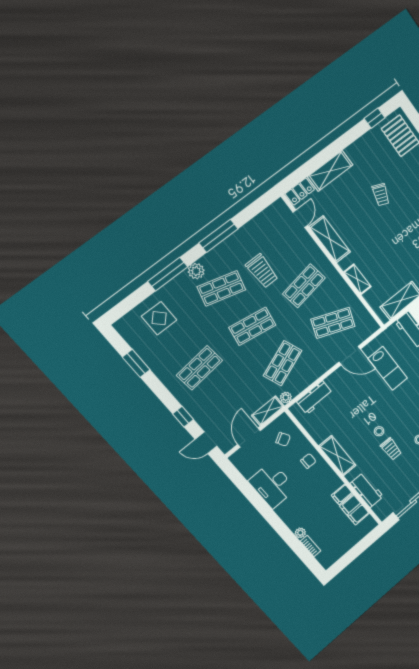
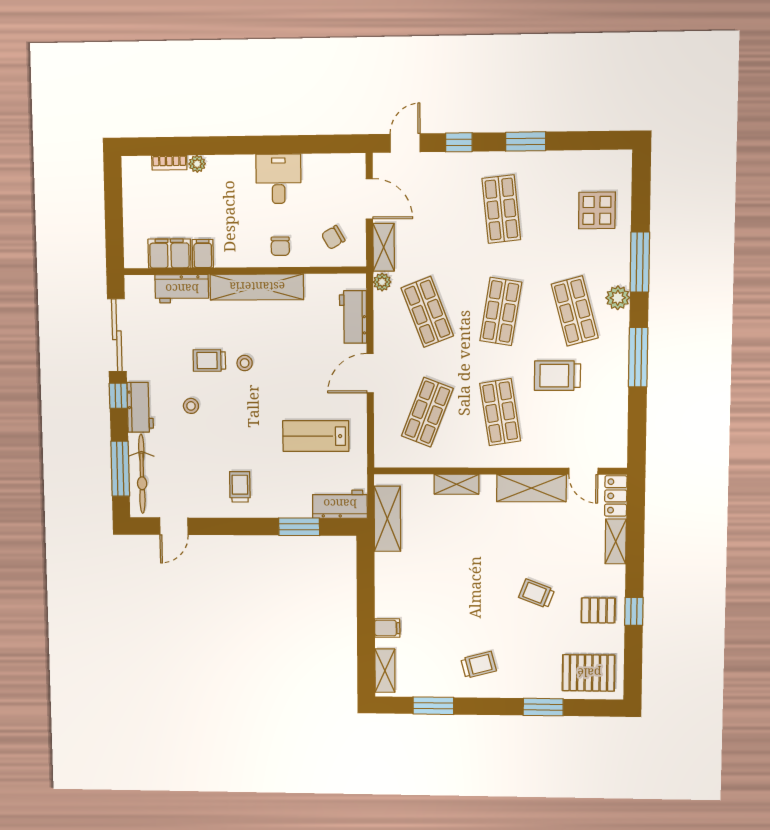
window: (375, 118) -> (634, 611), moved
pallet: (365, 155) -> (598, 610), added
shelving: (330, 171) -> (616, 541), width x0.67, depth x0.75
shop shelf: (221, 288) -> (575, 311), turned -30
door: (350, 356) -> (370, 373), moved
window: (136, 363) -> (526, 141), moved
shelving: (337, 456) -> (257, 287), width x1.47
desk: (272, 485) -> (278, 179), width x0.73

